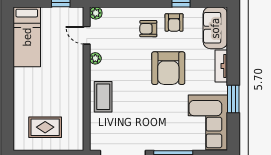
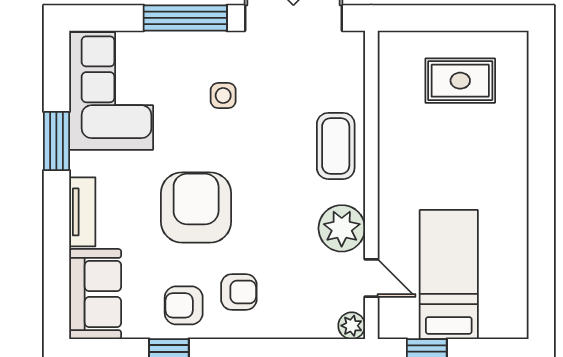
armchair: (174, 22) -> (184, 305), turned -90
bed: (27, 37) -> (449, 274), moved
plant: (95, 58) -> (342, 228), width x1.87, depth x1.87
side table: (156, 120) -> (223, 96), added

